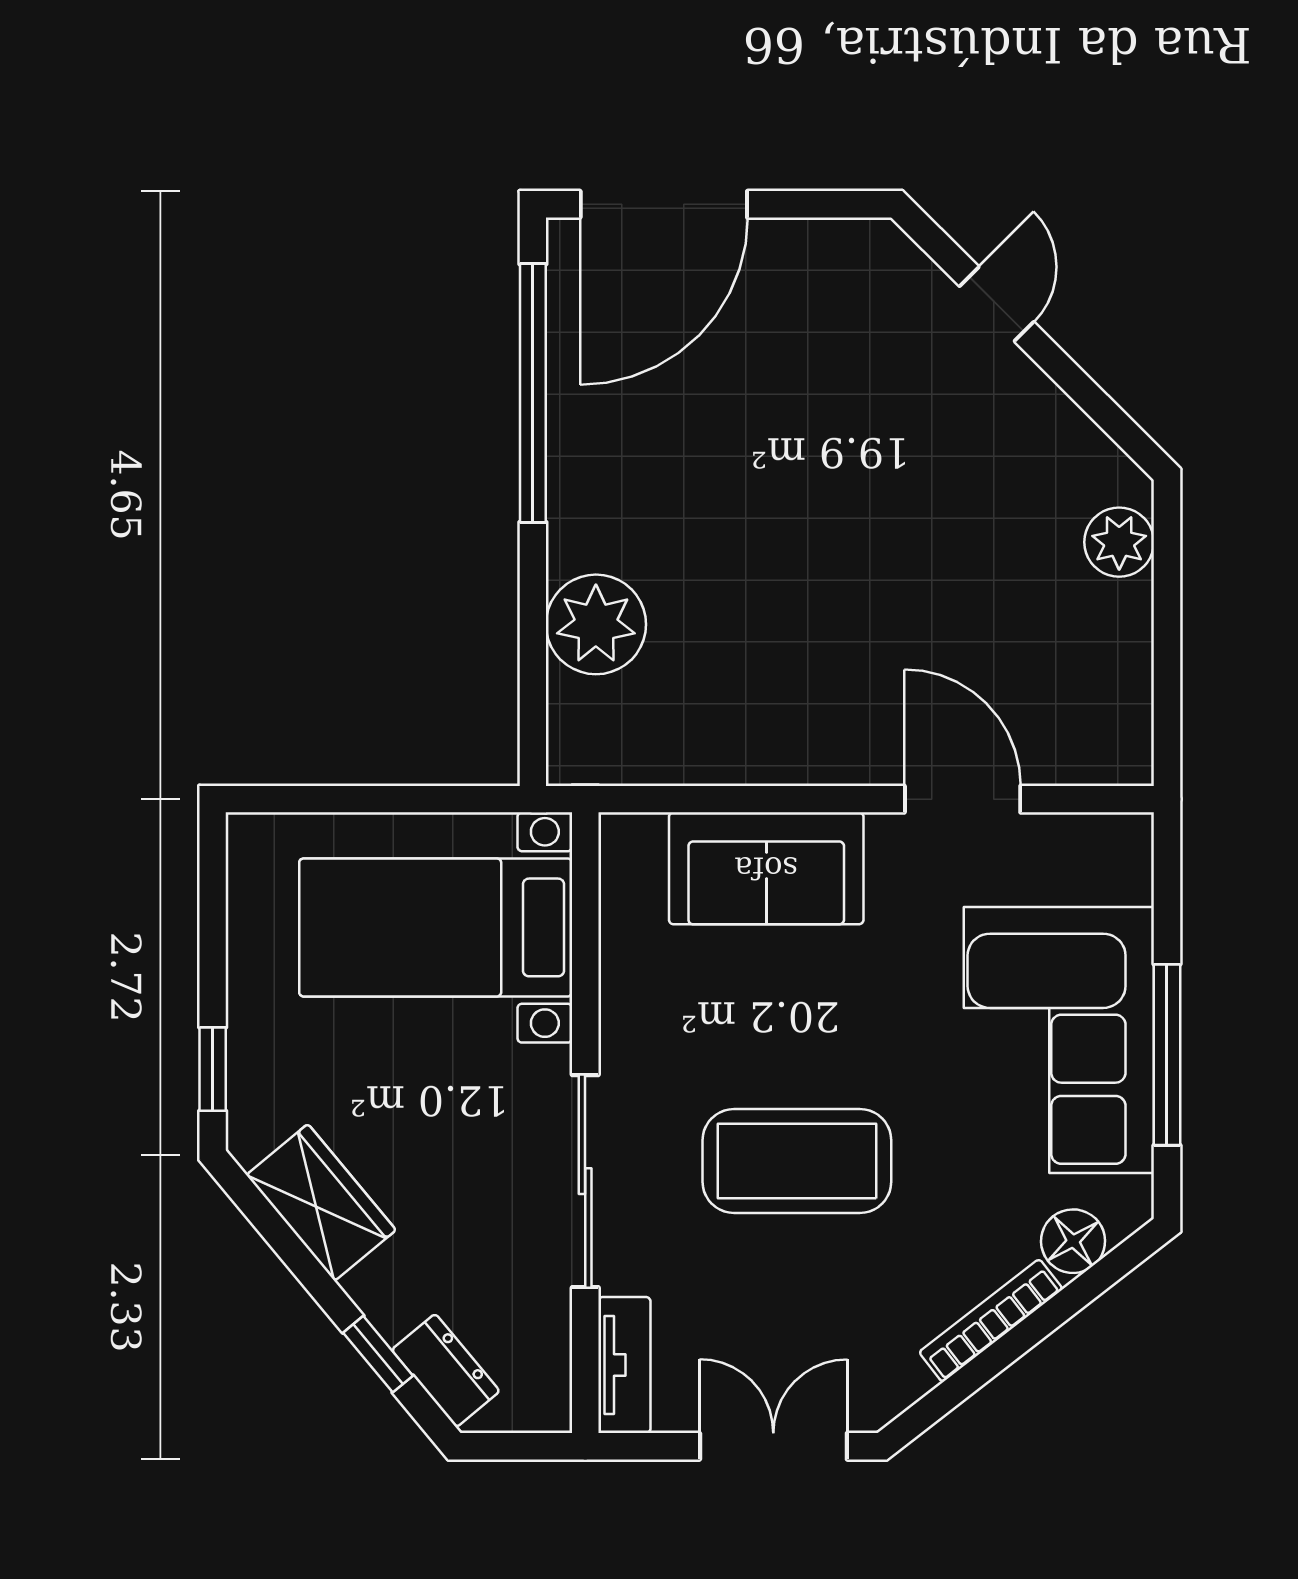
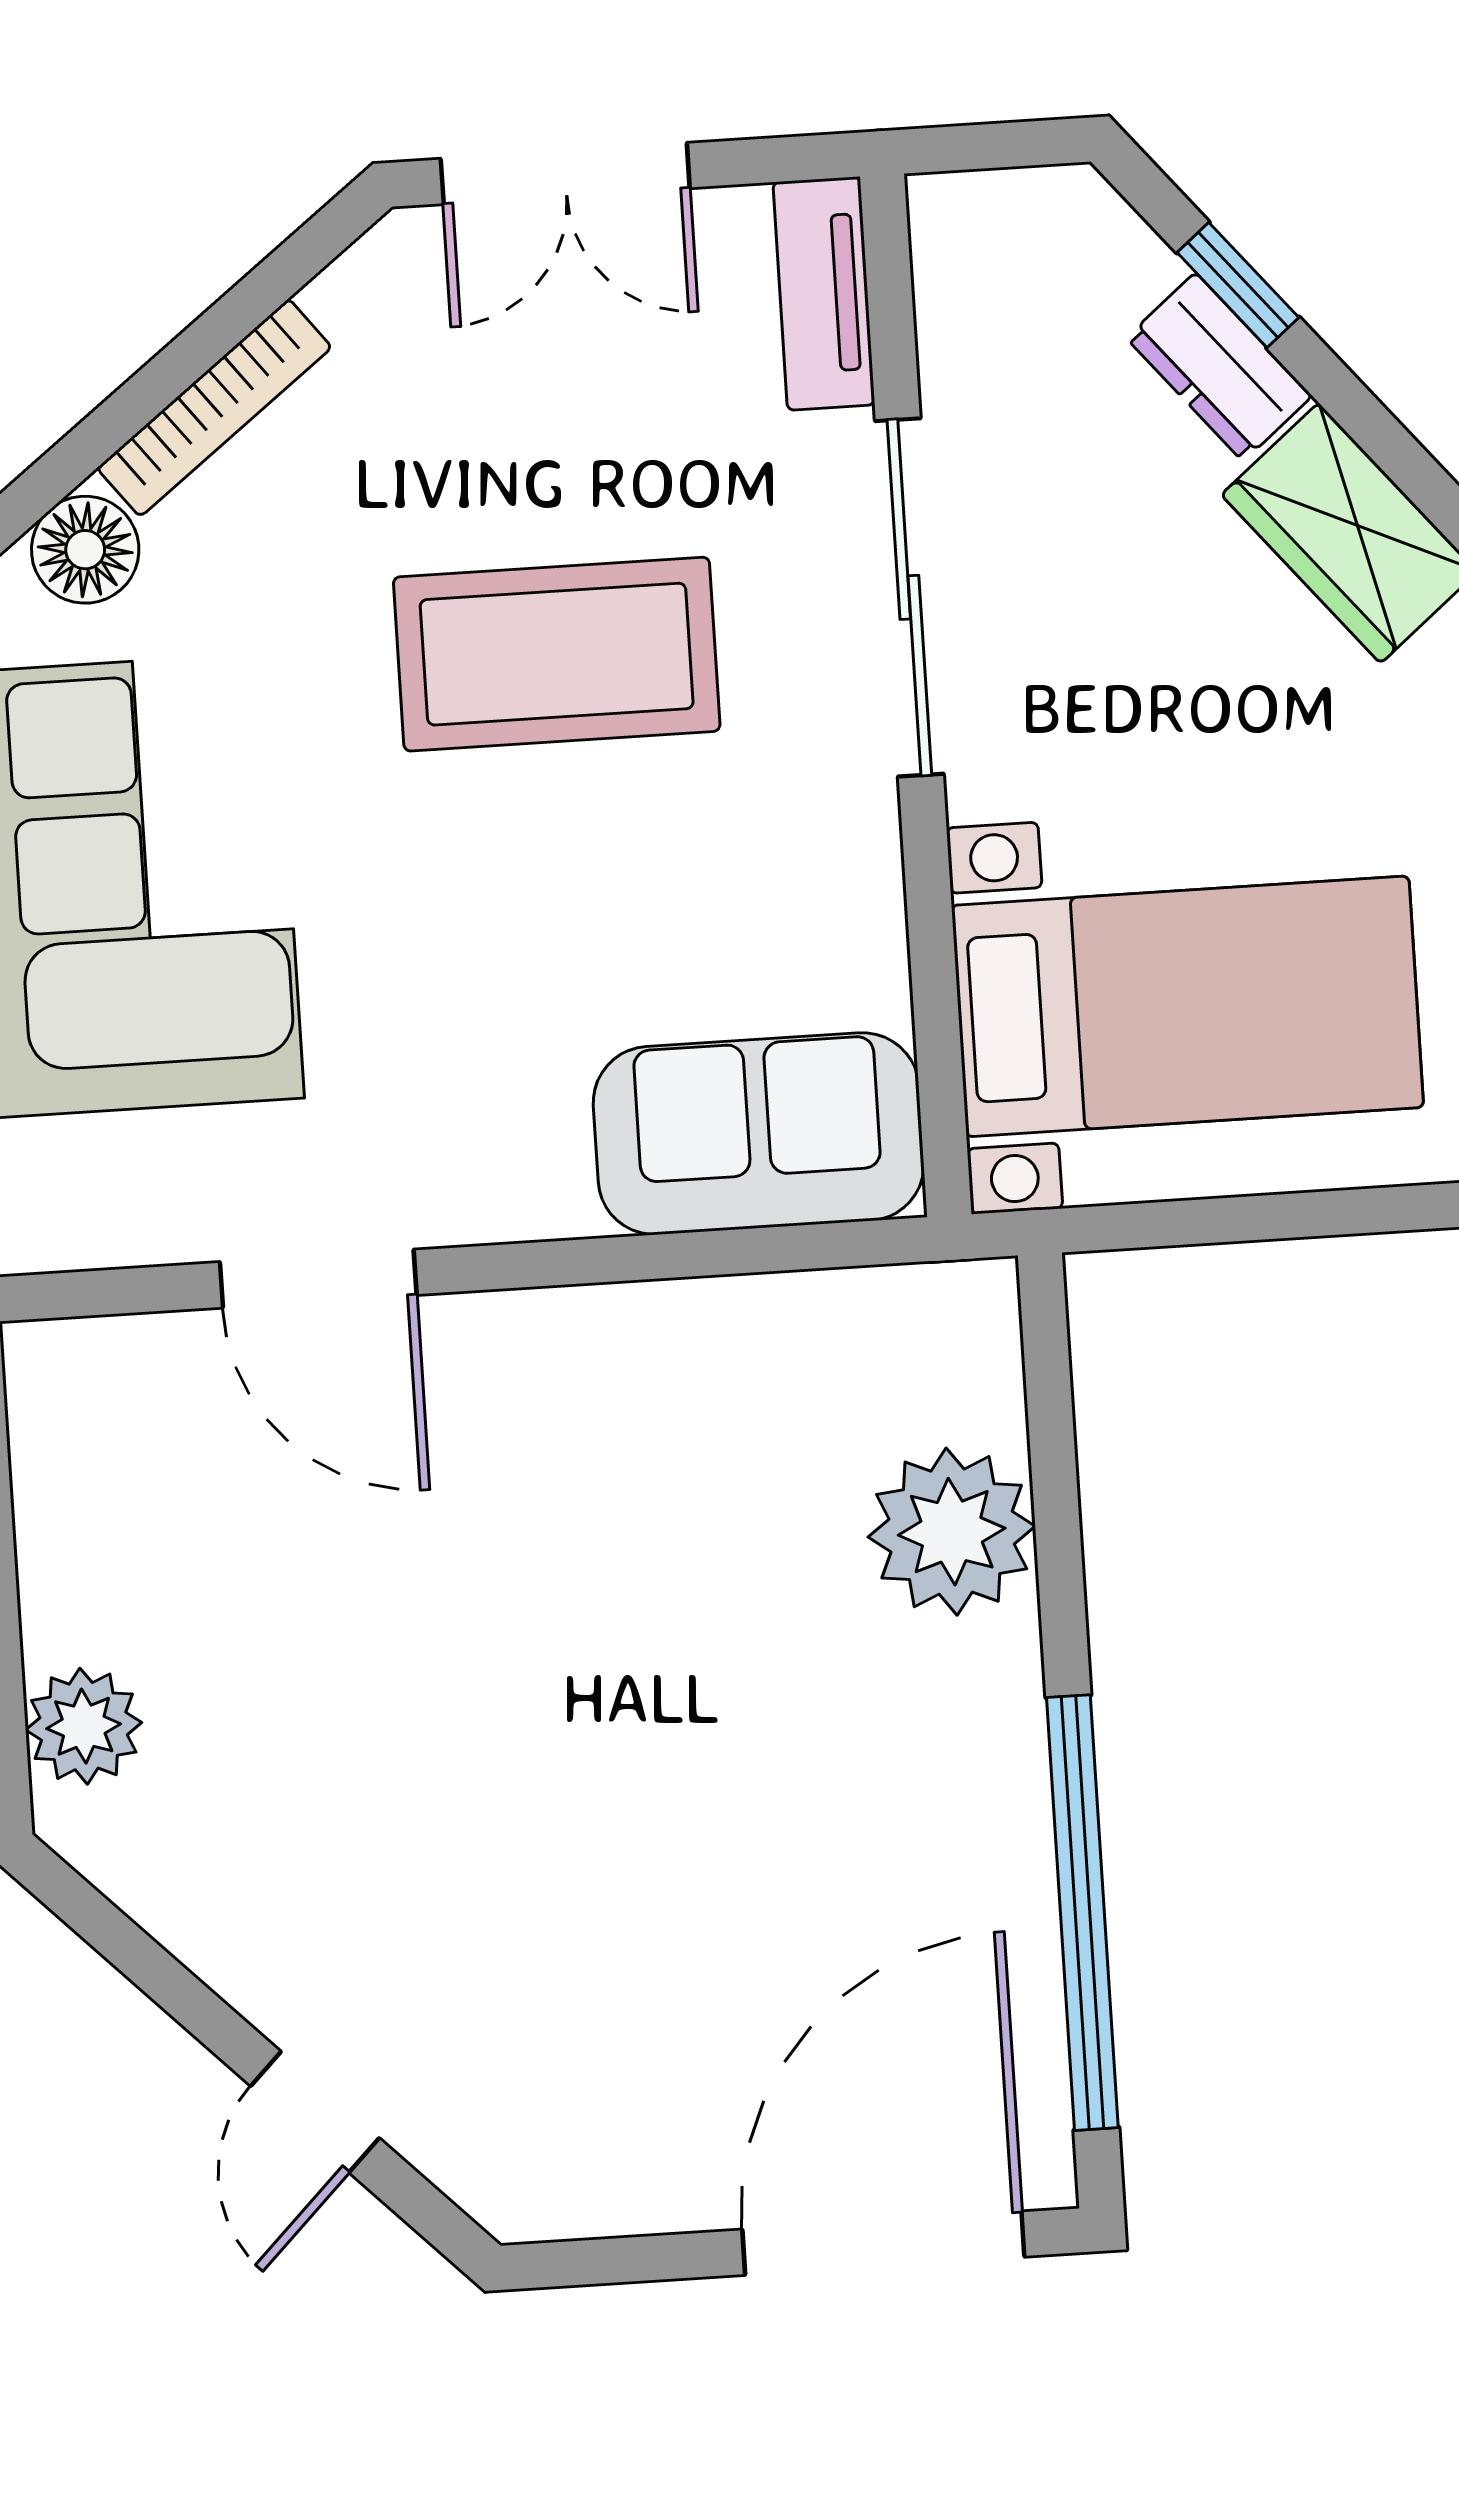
sofa: (766, 868) -> (759, 1134), moved
dresser: (446, 1370) -> (1219, 367), moved

